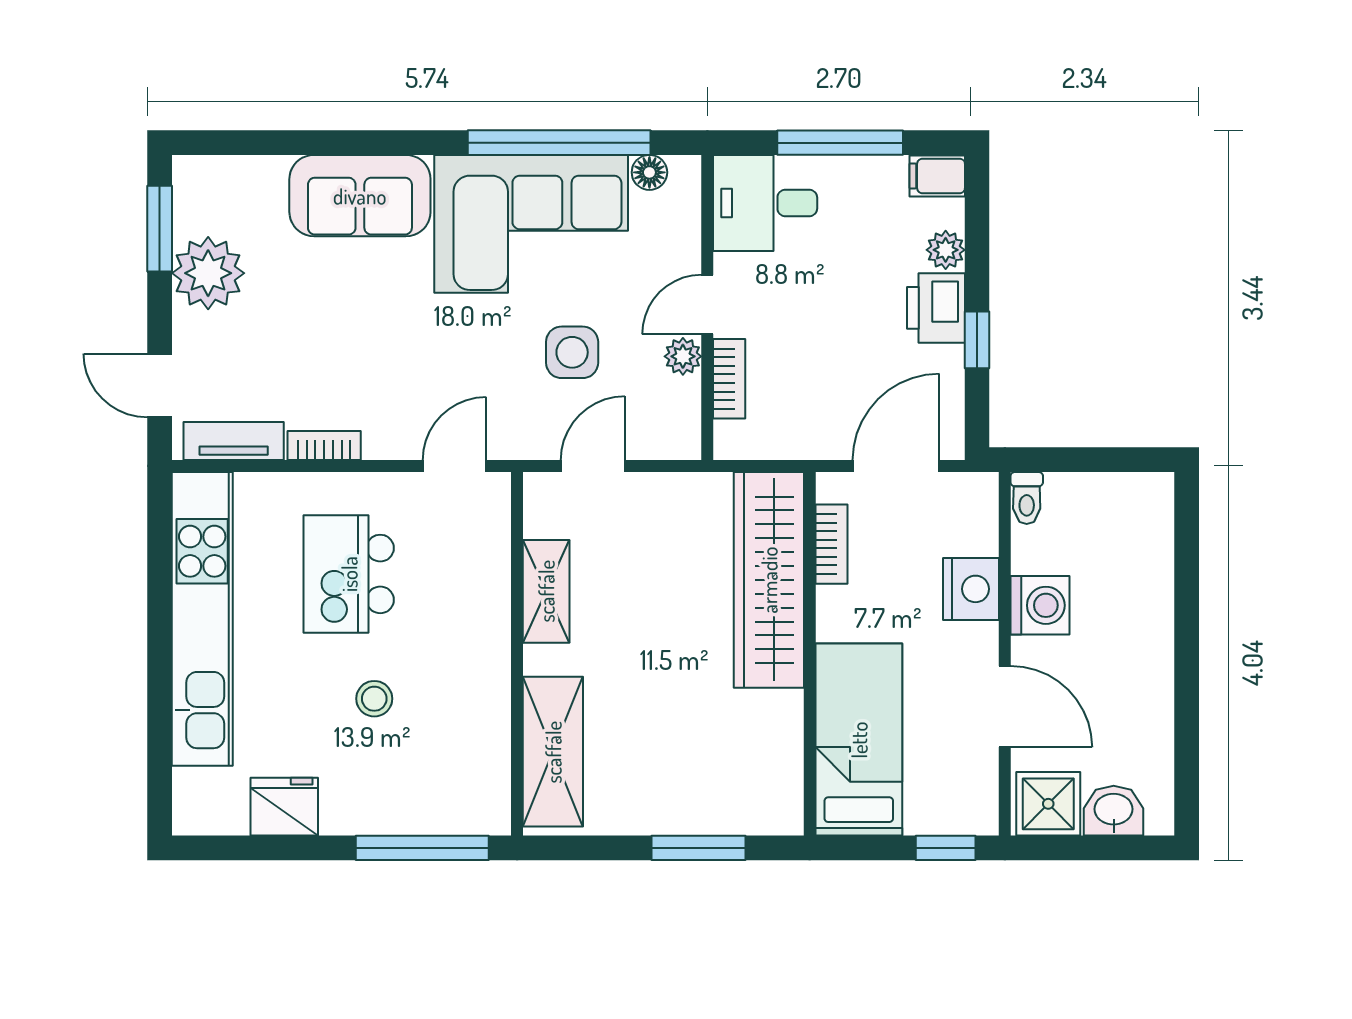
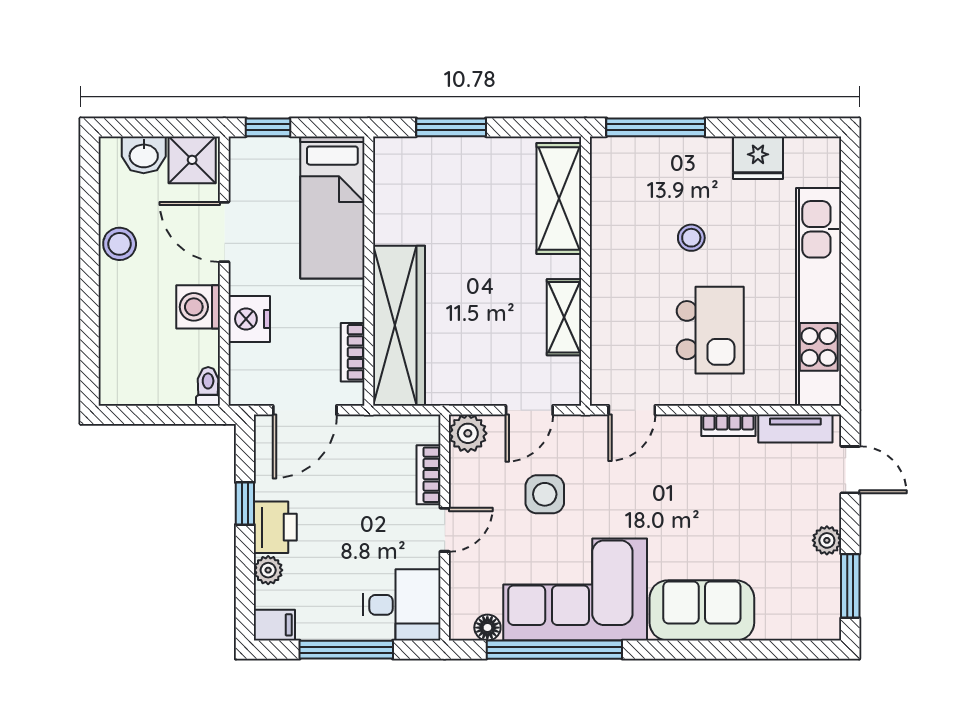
plant: (208, 273) -> (827, 540), width x0.53, depth x0.53
plant: (683, 356) -> (468, 433), moved, width x1.38, depth x1.38
stool: (1146, 690) -> (120, 244), added

